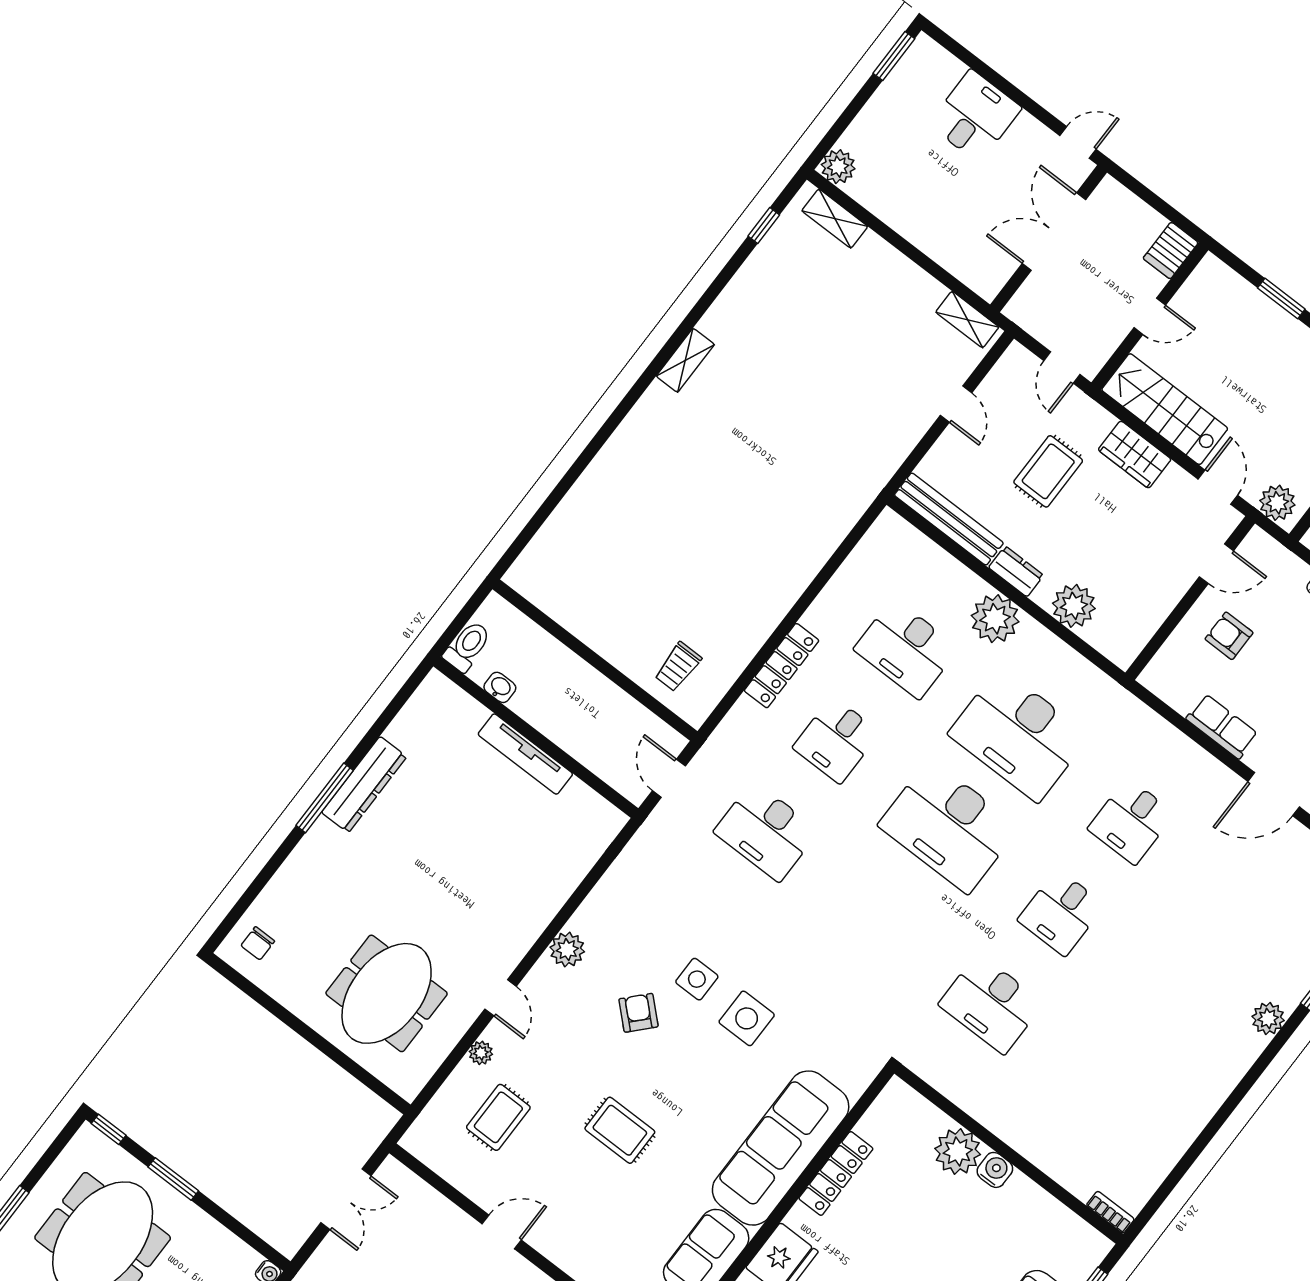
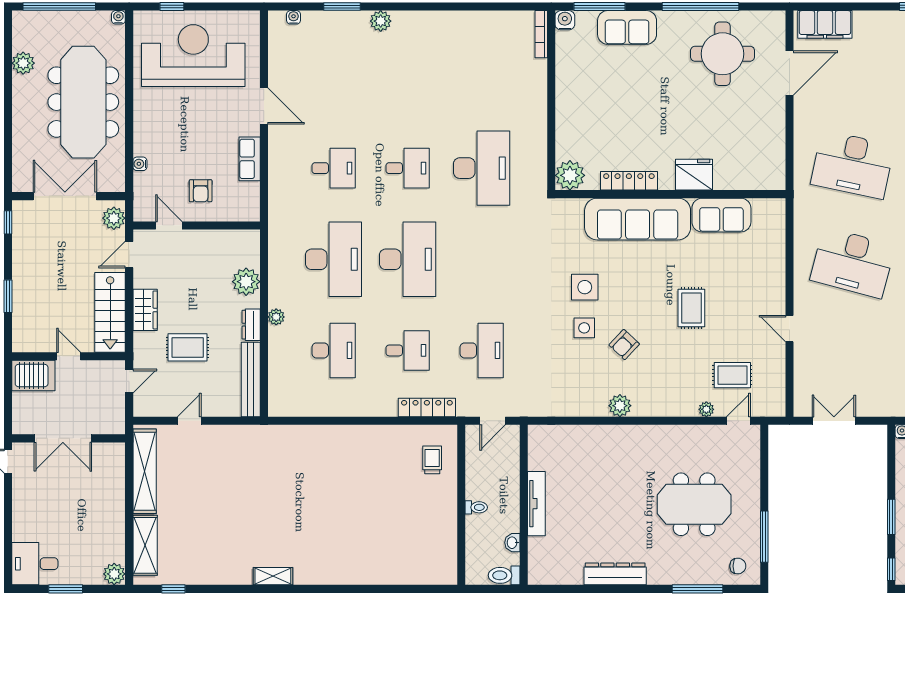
window: (894, 56) -> (66, 589), moved
desk: (975, 116) -> (35, 564), moved
shelving: (835, 219) -> (145, 545), width x1.50, depth x1.33
server rack: (1171, 250) -> (33, 376), width x1.36, depth x1.44
shelving: (967, 320) -> (145, 471), width x2.20, depth x1.33
plant: (995, 619) -> (276, 317), width x0.53, depth x0.53
locker: (782, 666) -> (427, 407), moved
trolley: (678, 667) -> (432, 460), turned -90
toilet: (578, 676) -> (476, 507), added
window: (325, 798) -> (698, 589), moved
meeting table: (387, 993) -> (694, 504), moved
door: (501, 998) -> (738, 421), moved
window: (269, 1004) -> (764, 537), added
desk: (991, 1004) -> (482, 168), width x1.36, depth x1.30
plant: (958, 1151) -> (570, 175), moved
water cooler: (995, 1170) -> (565, 20), moved, turned 90
bookcase: (1110, 1212) -> (541, 34), width x1.56

